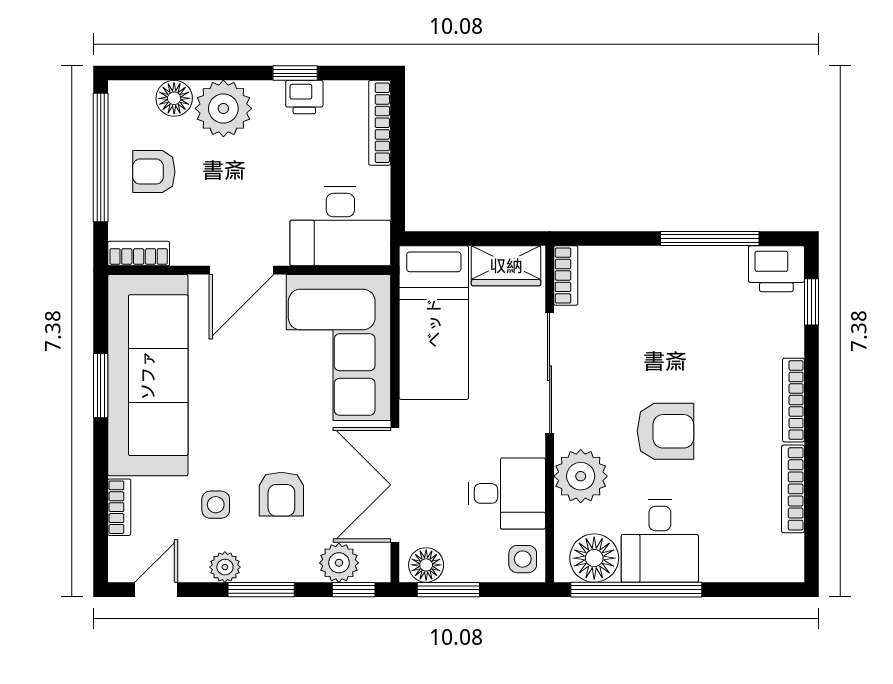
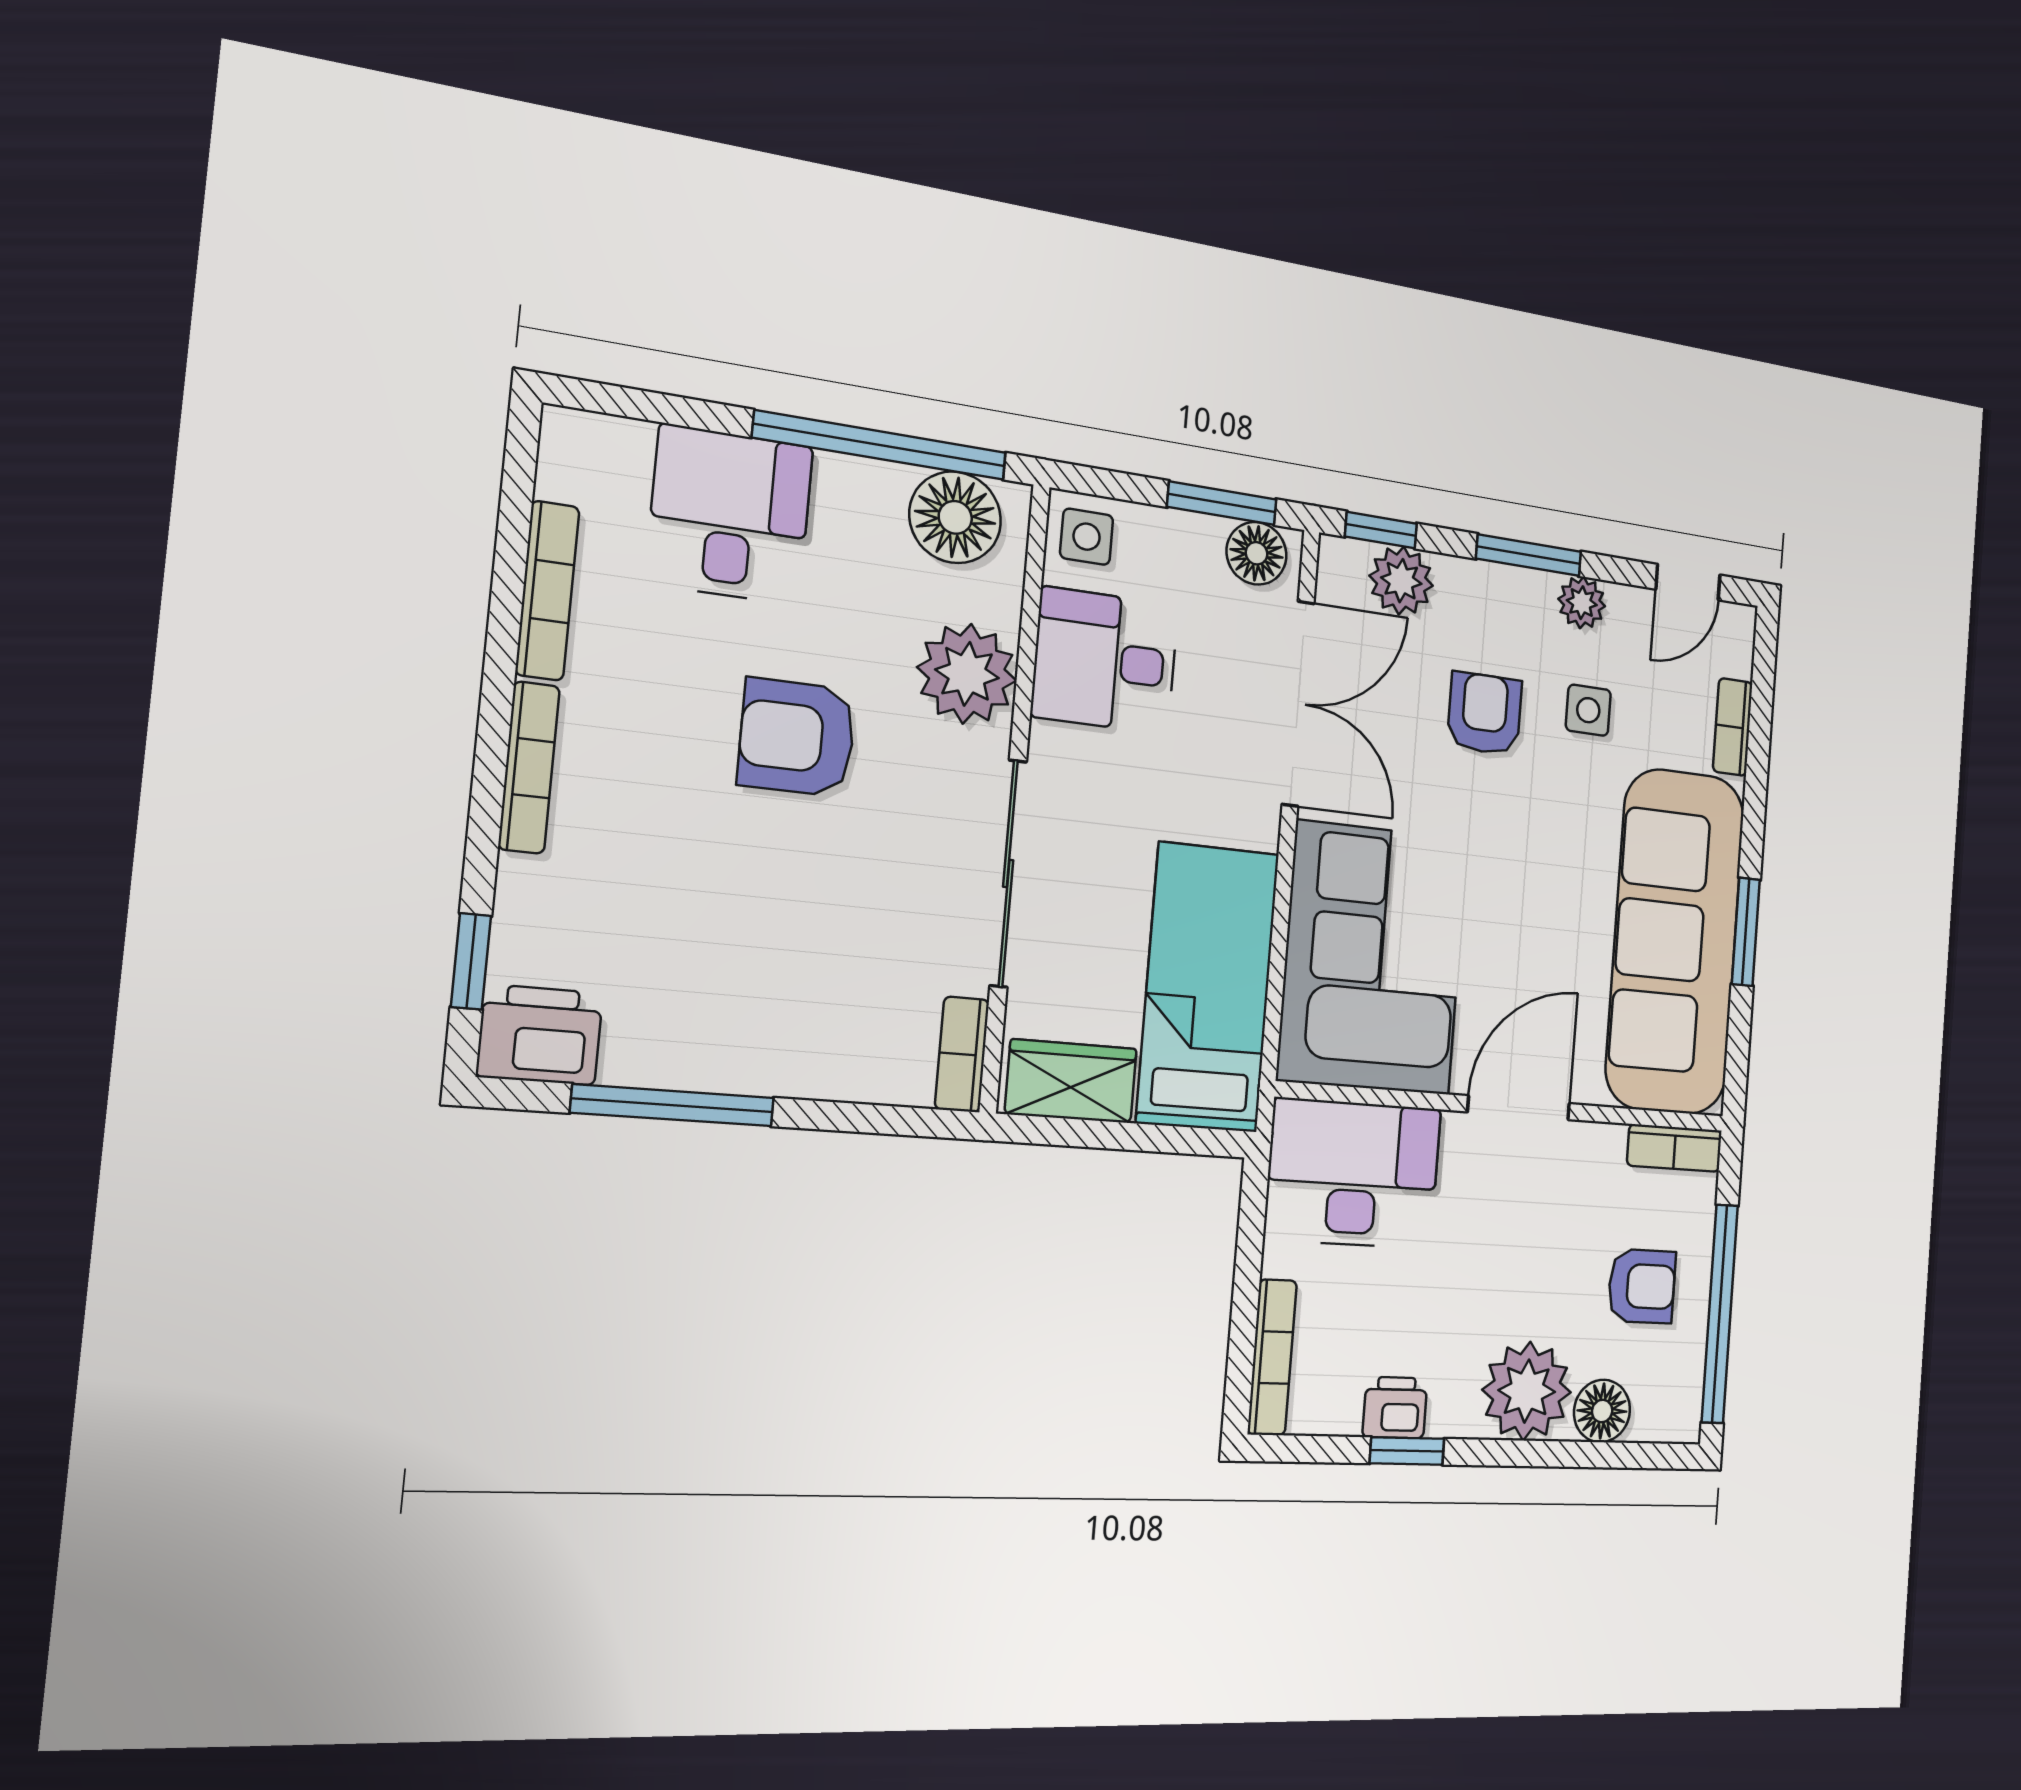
desk: (660, 541) -> (730, 515), moved

